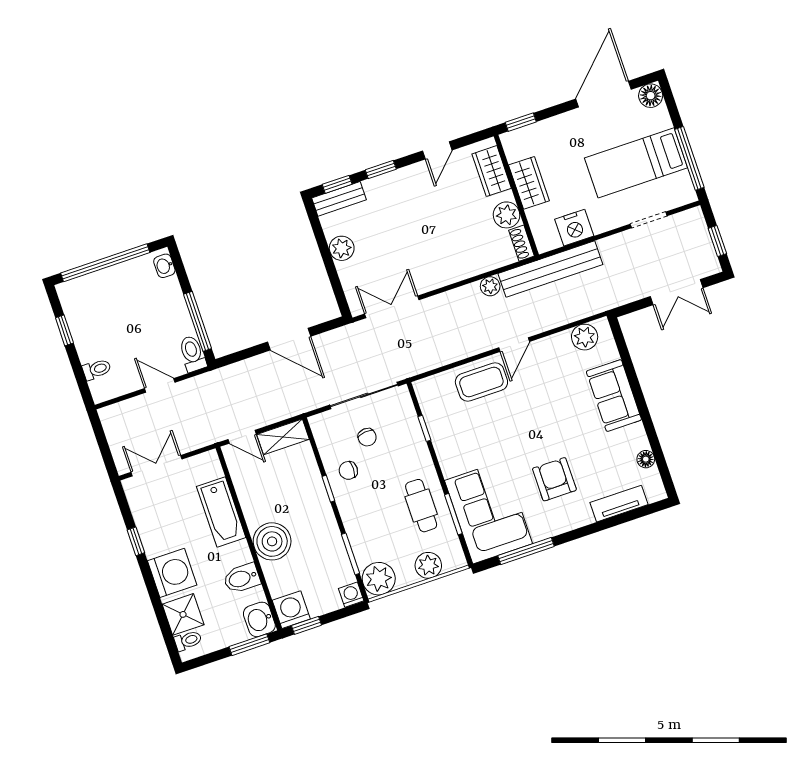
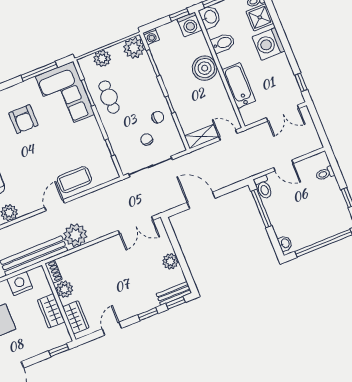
plant: (490, 286) -> (75, 235), width x1.87, depth x1.87
window: (136, 541) -> (301, 82), moved

